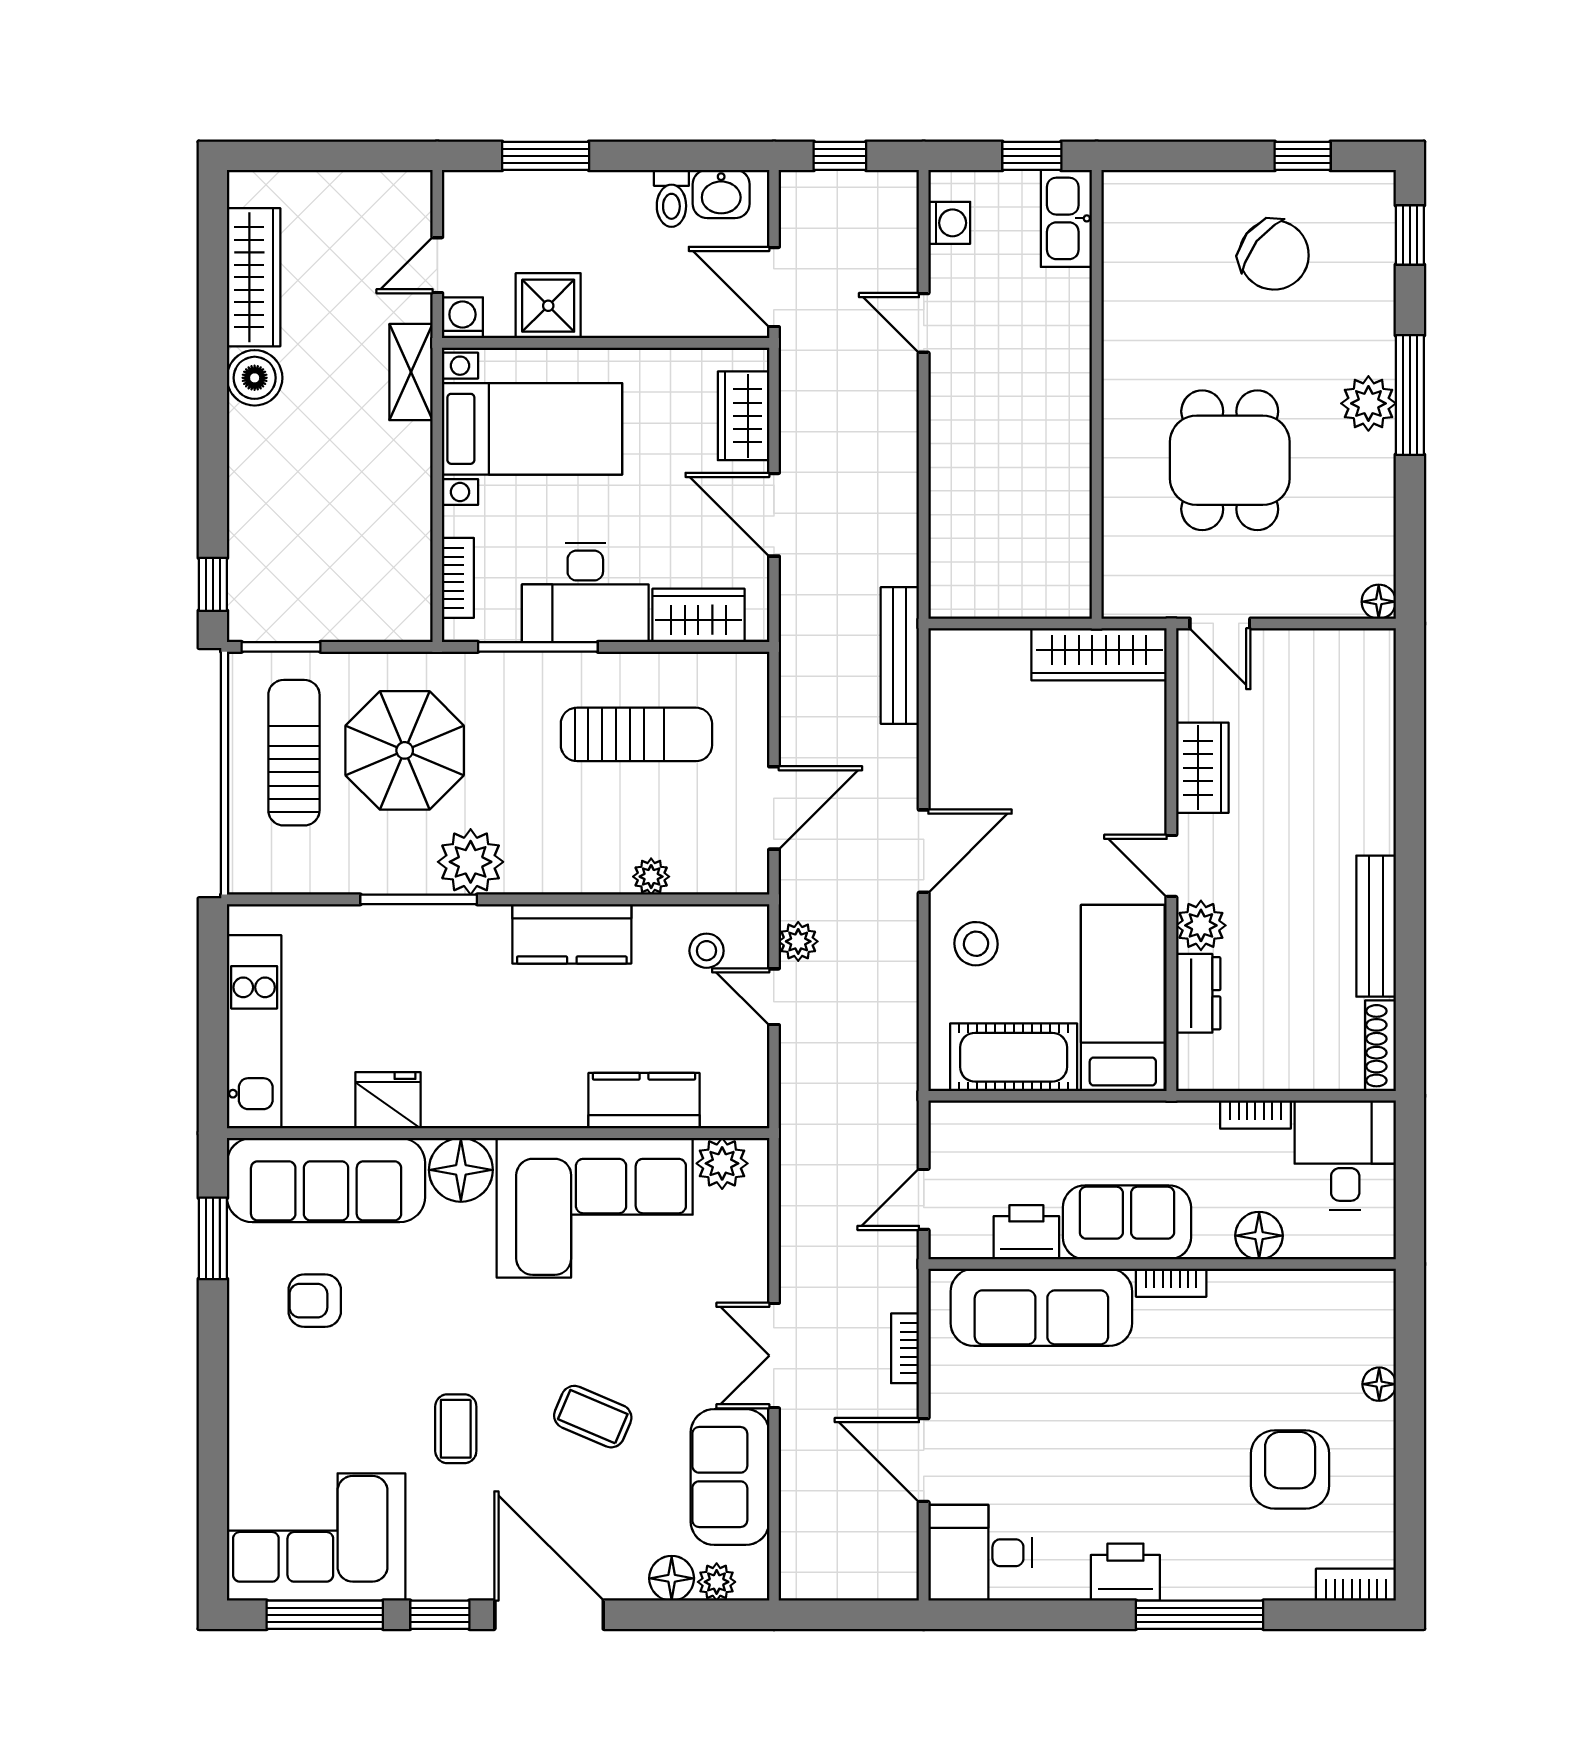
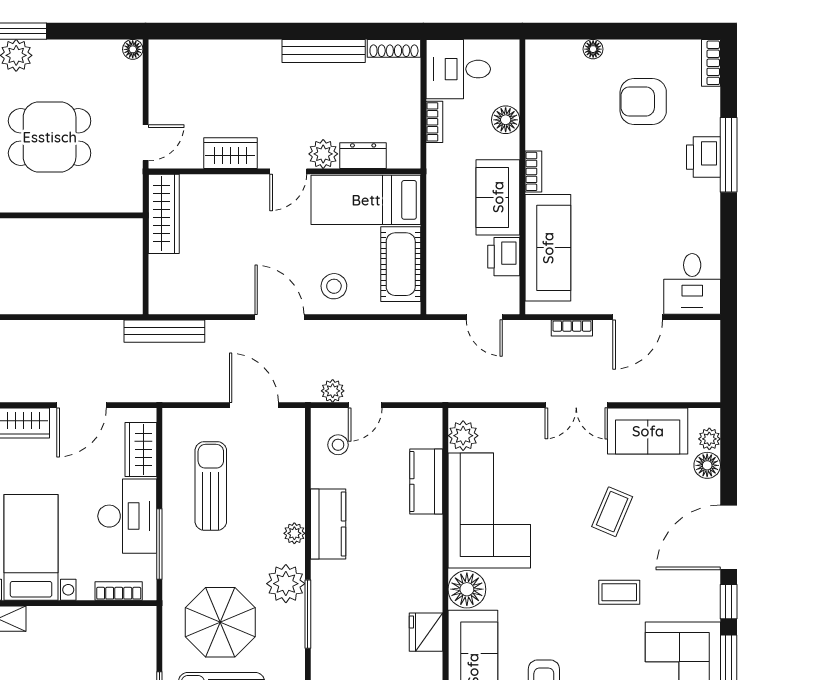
plant: (651, 877) -> (294, 533), moved
printer: (1125, 1572) -> (704, 157), moved

